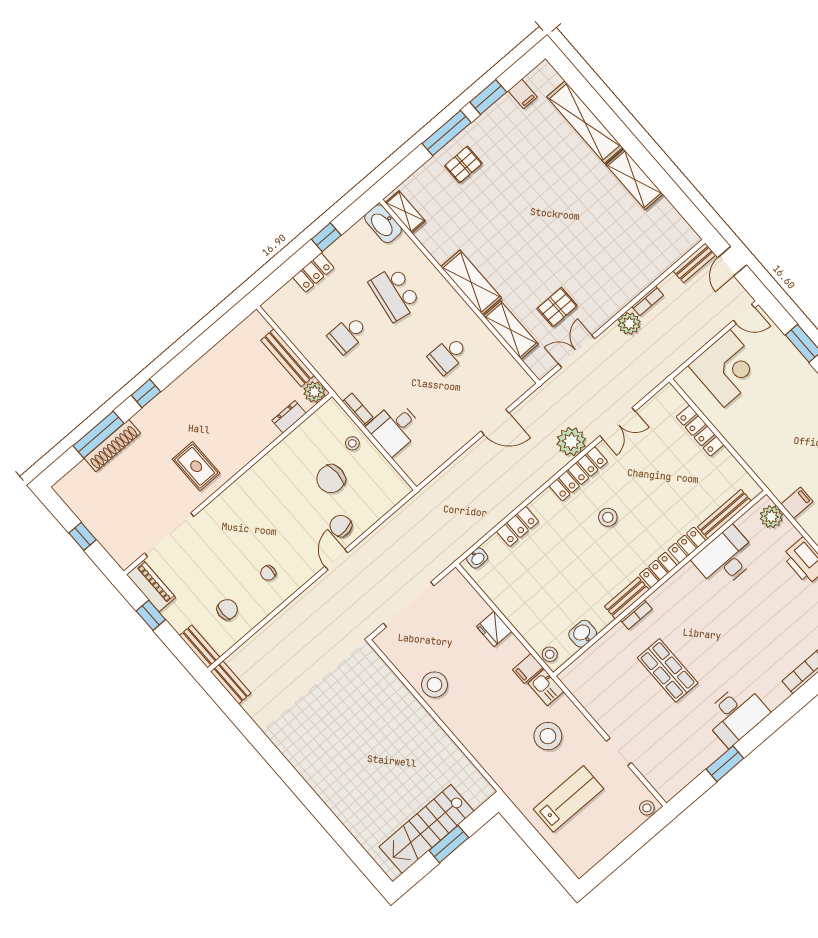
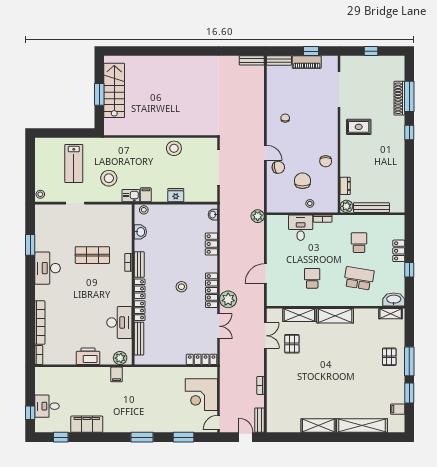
plant: (629, 323) -> (258, 216), moved
double door: (617, 424) -> (219, 326), swing flipped
locker: (700, 431) -> (202, 359), moved
piano: (151, 586) -> (307, 62), moved
chair: (227, 609) -> (326, 161), moved

